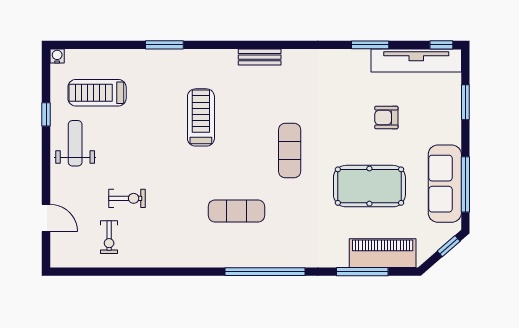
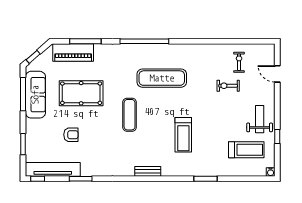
weight bench: (75, 143) -> (260, 119), turned 180
exercise mat: (236, 211) -> (162, 78), width x1.36, depth x1.45

